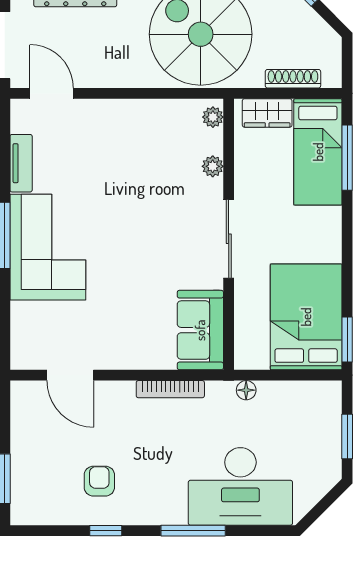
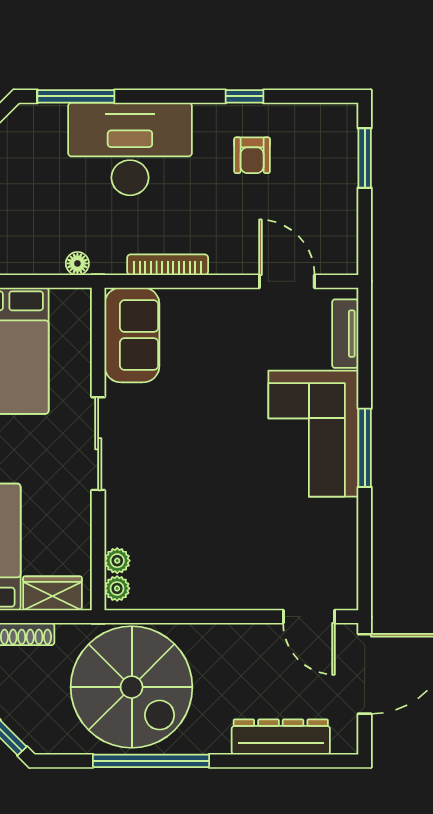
tv unit: (21, 163) -> (345, 334), moved
plant: (213, 166) -> (117, 561), moved
desk: (240, 486) -> (130, 149), moved
window: (193, 531) -> (76, 96), moved

